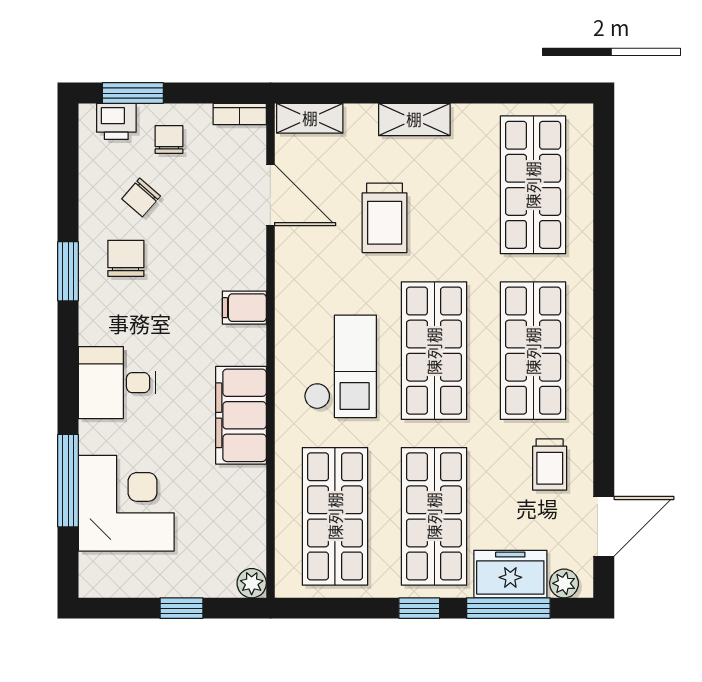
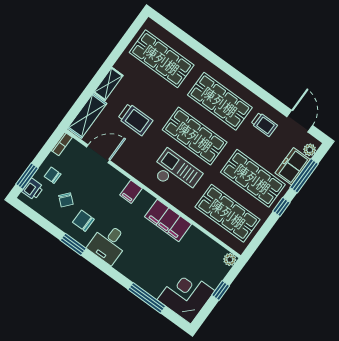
shelving: (310, 118) -> (87, 116), width x1.50, depth x1.33
desk: (117, 383) -> (108, 244), moved
corner desk: (126, 503) -> (186, 295), moved

